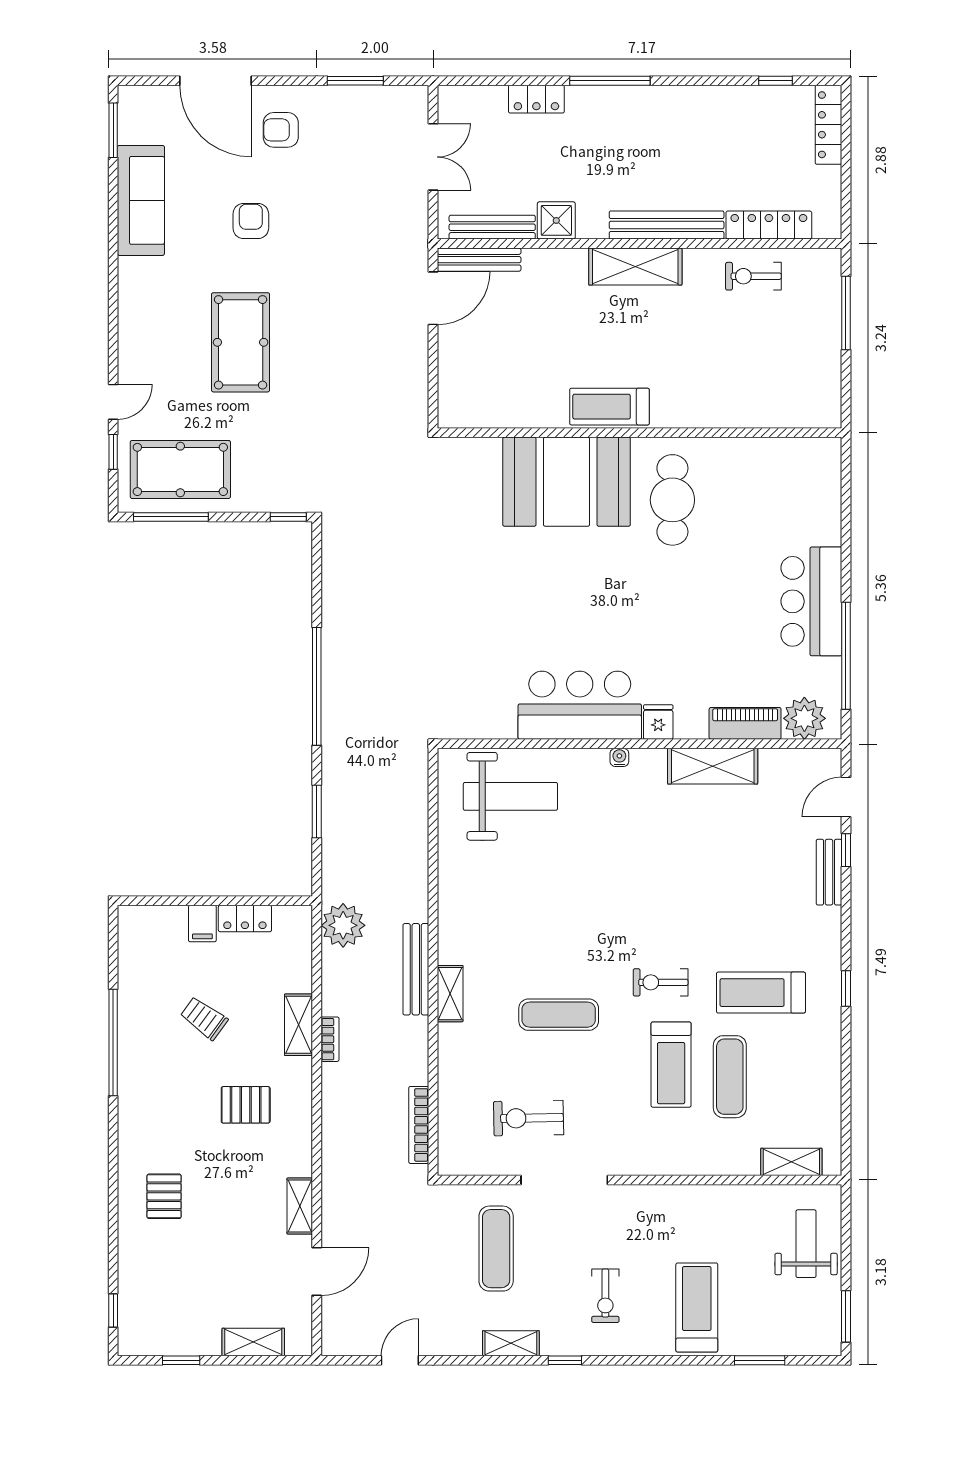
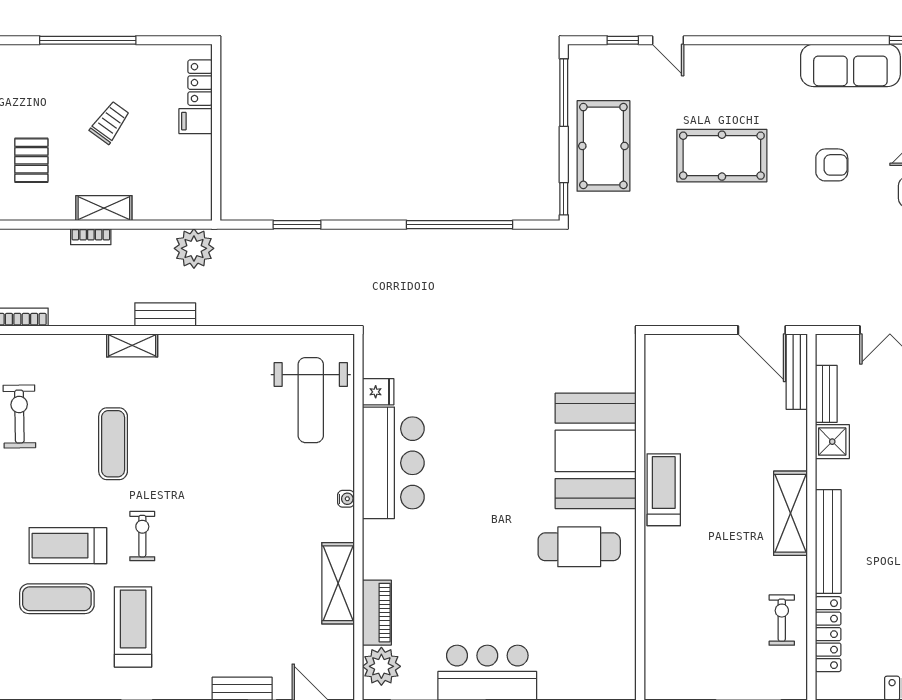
bench: (492, 227) -> (826, 394), width x0.73
pool table: (180, 469) -> (603, 146), moved
window: (317, 686) -> (459, 225), moved
fridge: (658, 722) -> (378, 392), moved
locker: (245, 919) -> (200, 83), moved
bench: (416, 969) -> (165, 314), width x0.73

